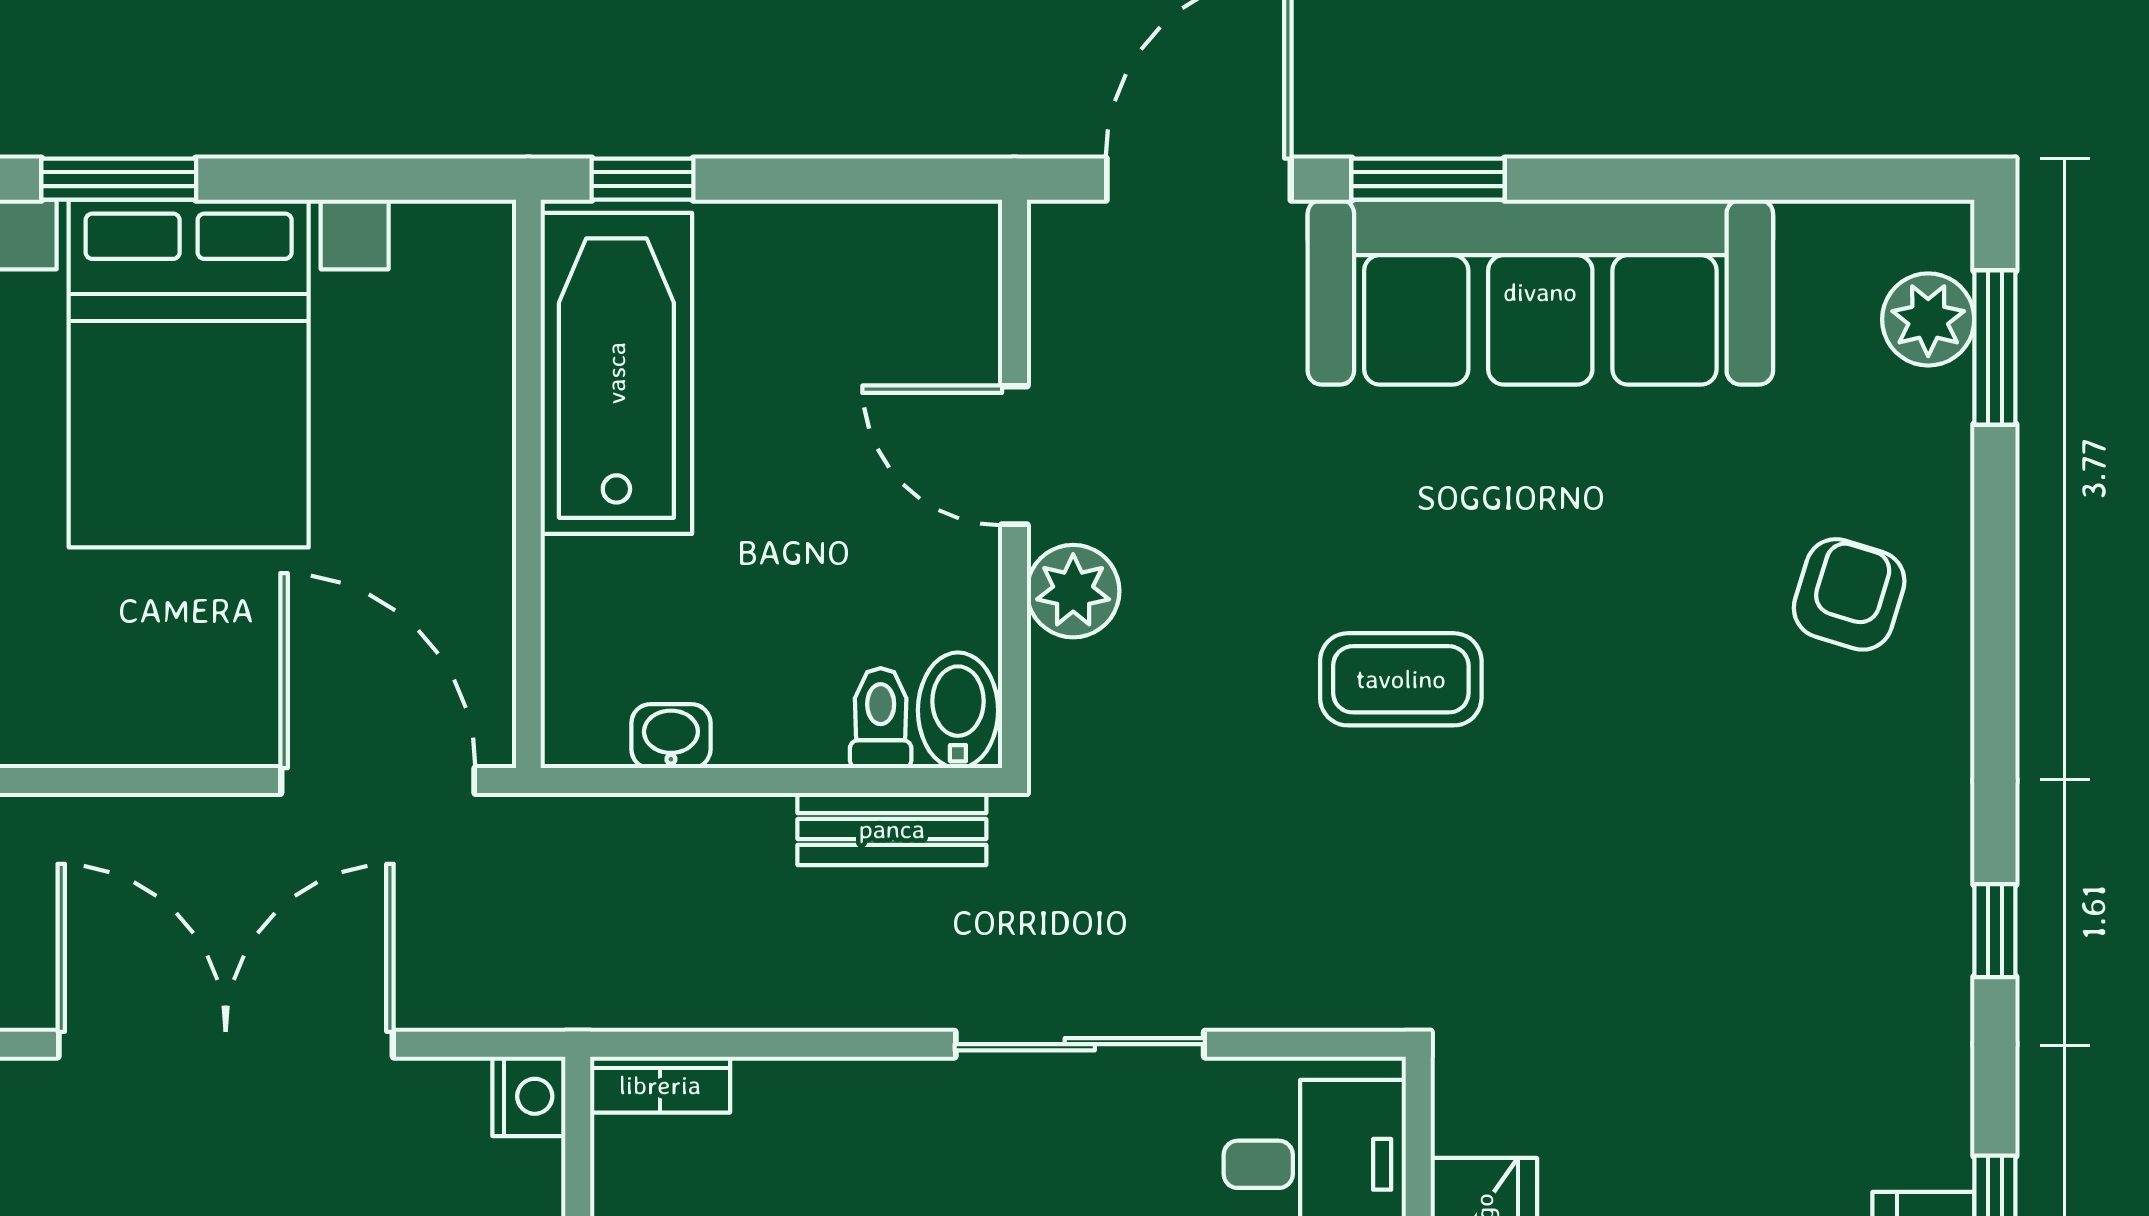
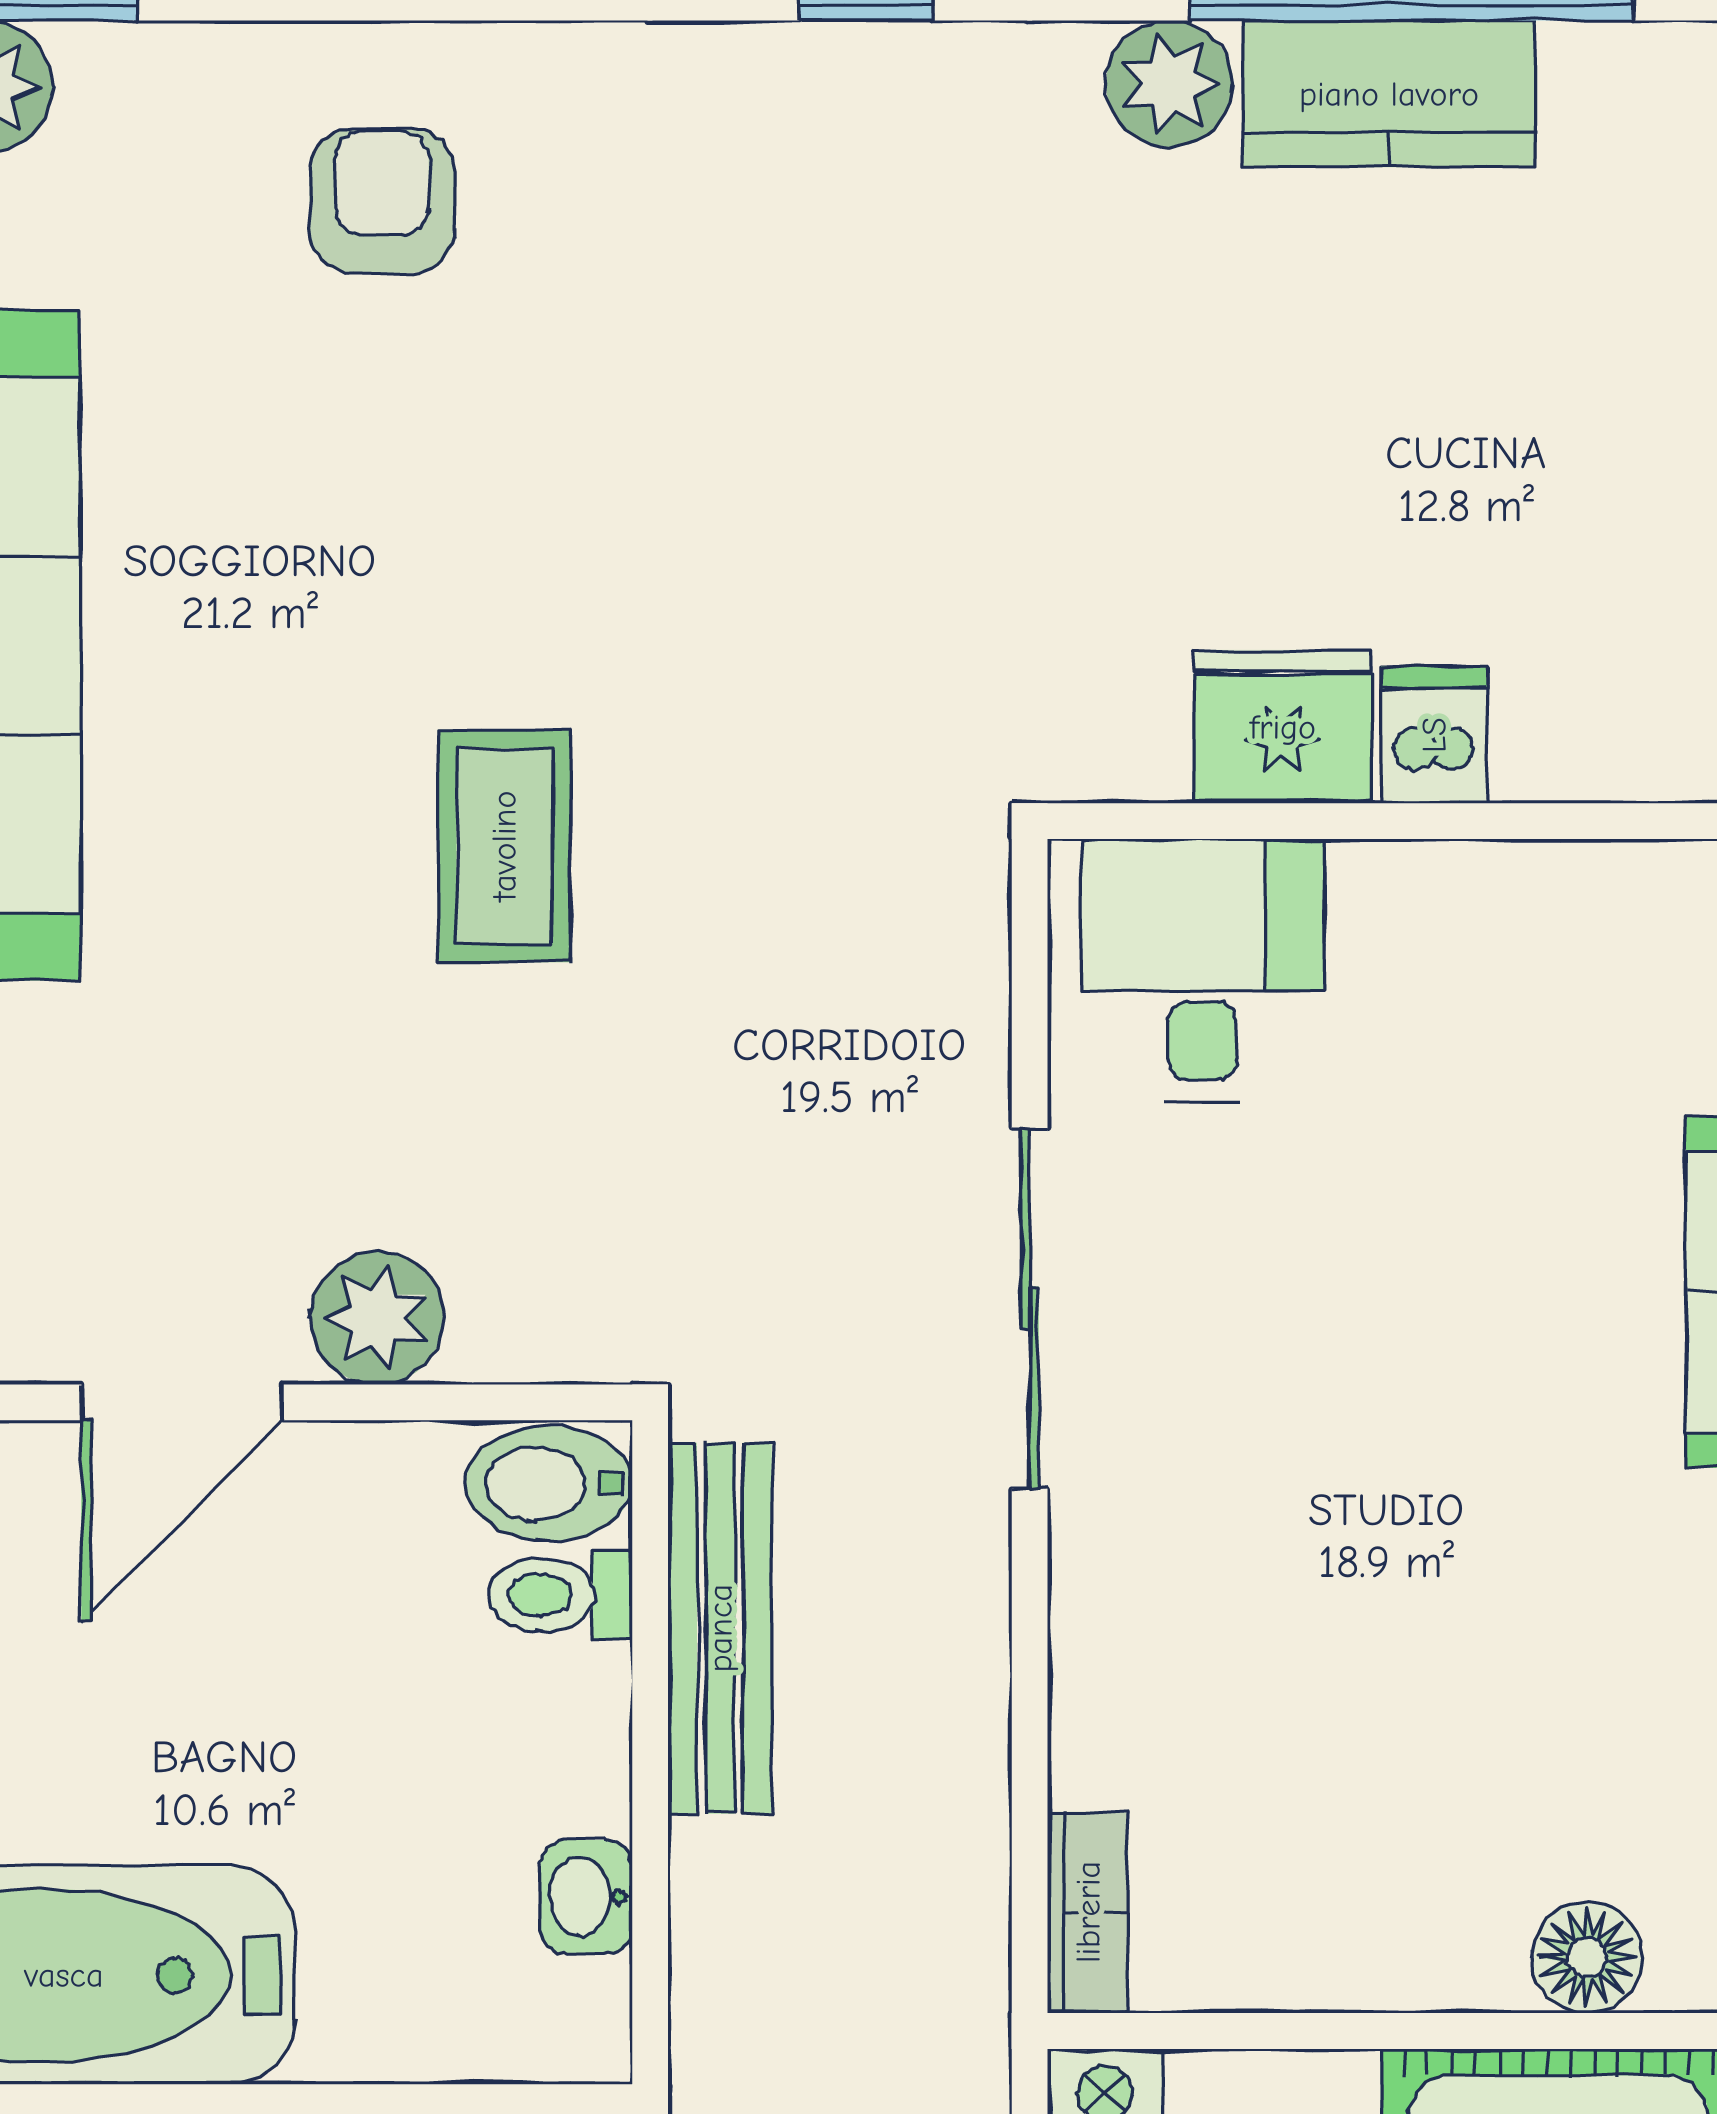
armchair: (1849, 594) -> (382, 201), turned 73
bench: (892, 829) -> (720, 1628), width x1.36
plant: (1930, 1141) -> (1169, 84), added

